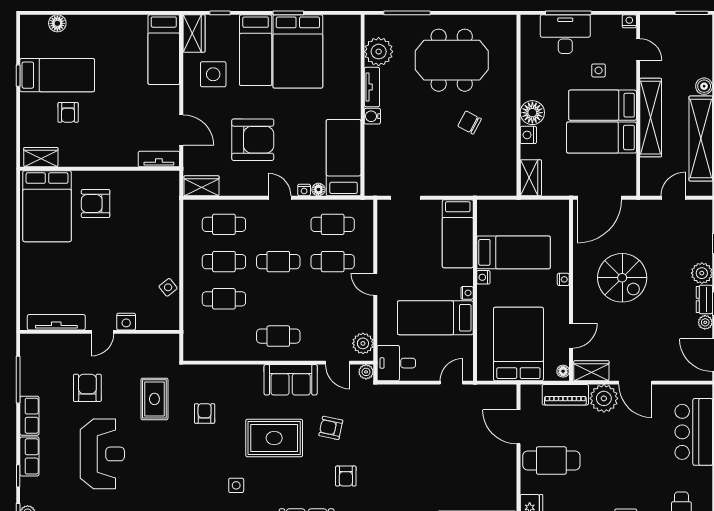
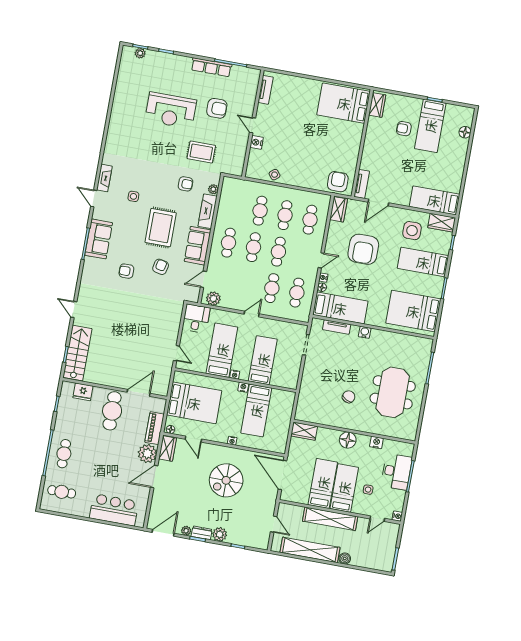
bed: (298, 51) -> (413, 311), moved
plant: (379, 52) -> (407, 344), removed
tv unit: (372, 87) -> (337, 327), moved
nightstand: (528, 135) -> (376, 442), moved
armchair: (96, 204) -> (338, 182), moved
bed: (458, 234) -> (263, 360), moved, turned 90
cafe table: (278, 299) -> (253, 247), added
tv unit: (56, 322) -> (266, 90), width x0.71
plant: (366, 372) -> (213, 189), moved
fireplace: (238, 375) -> (208, 211), added
row of seats: (29, 416) -> (211, 67), width x1.48
row of seats: (29, 456) -> (178, 61), removed

